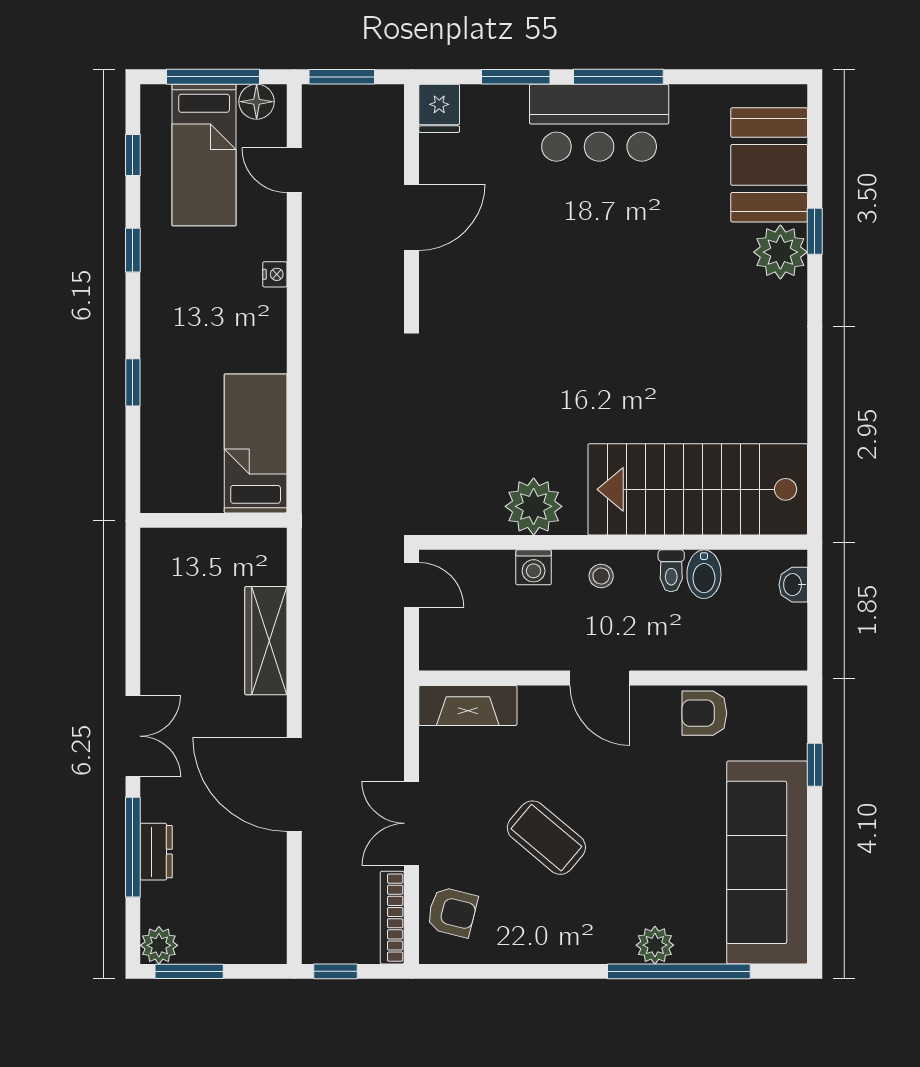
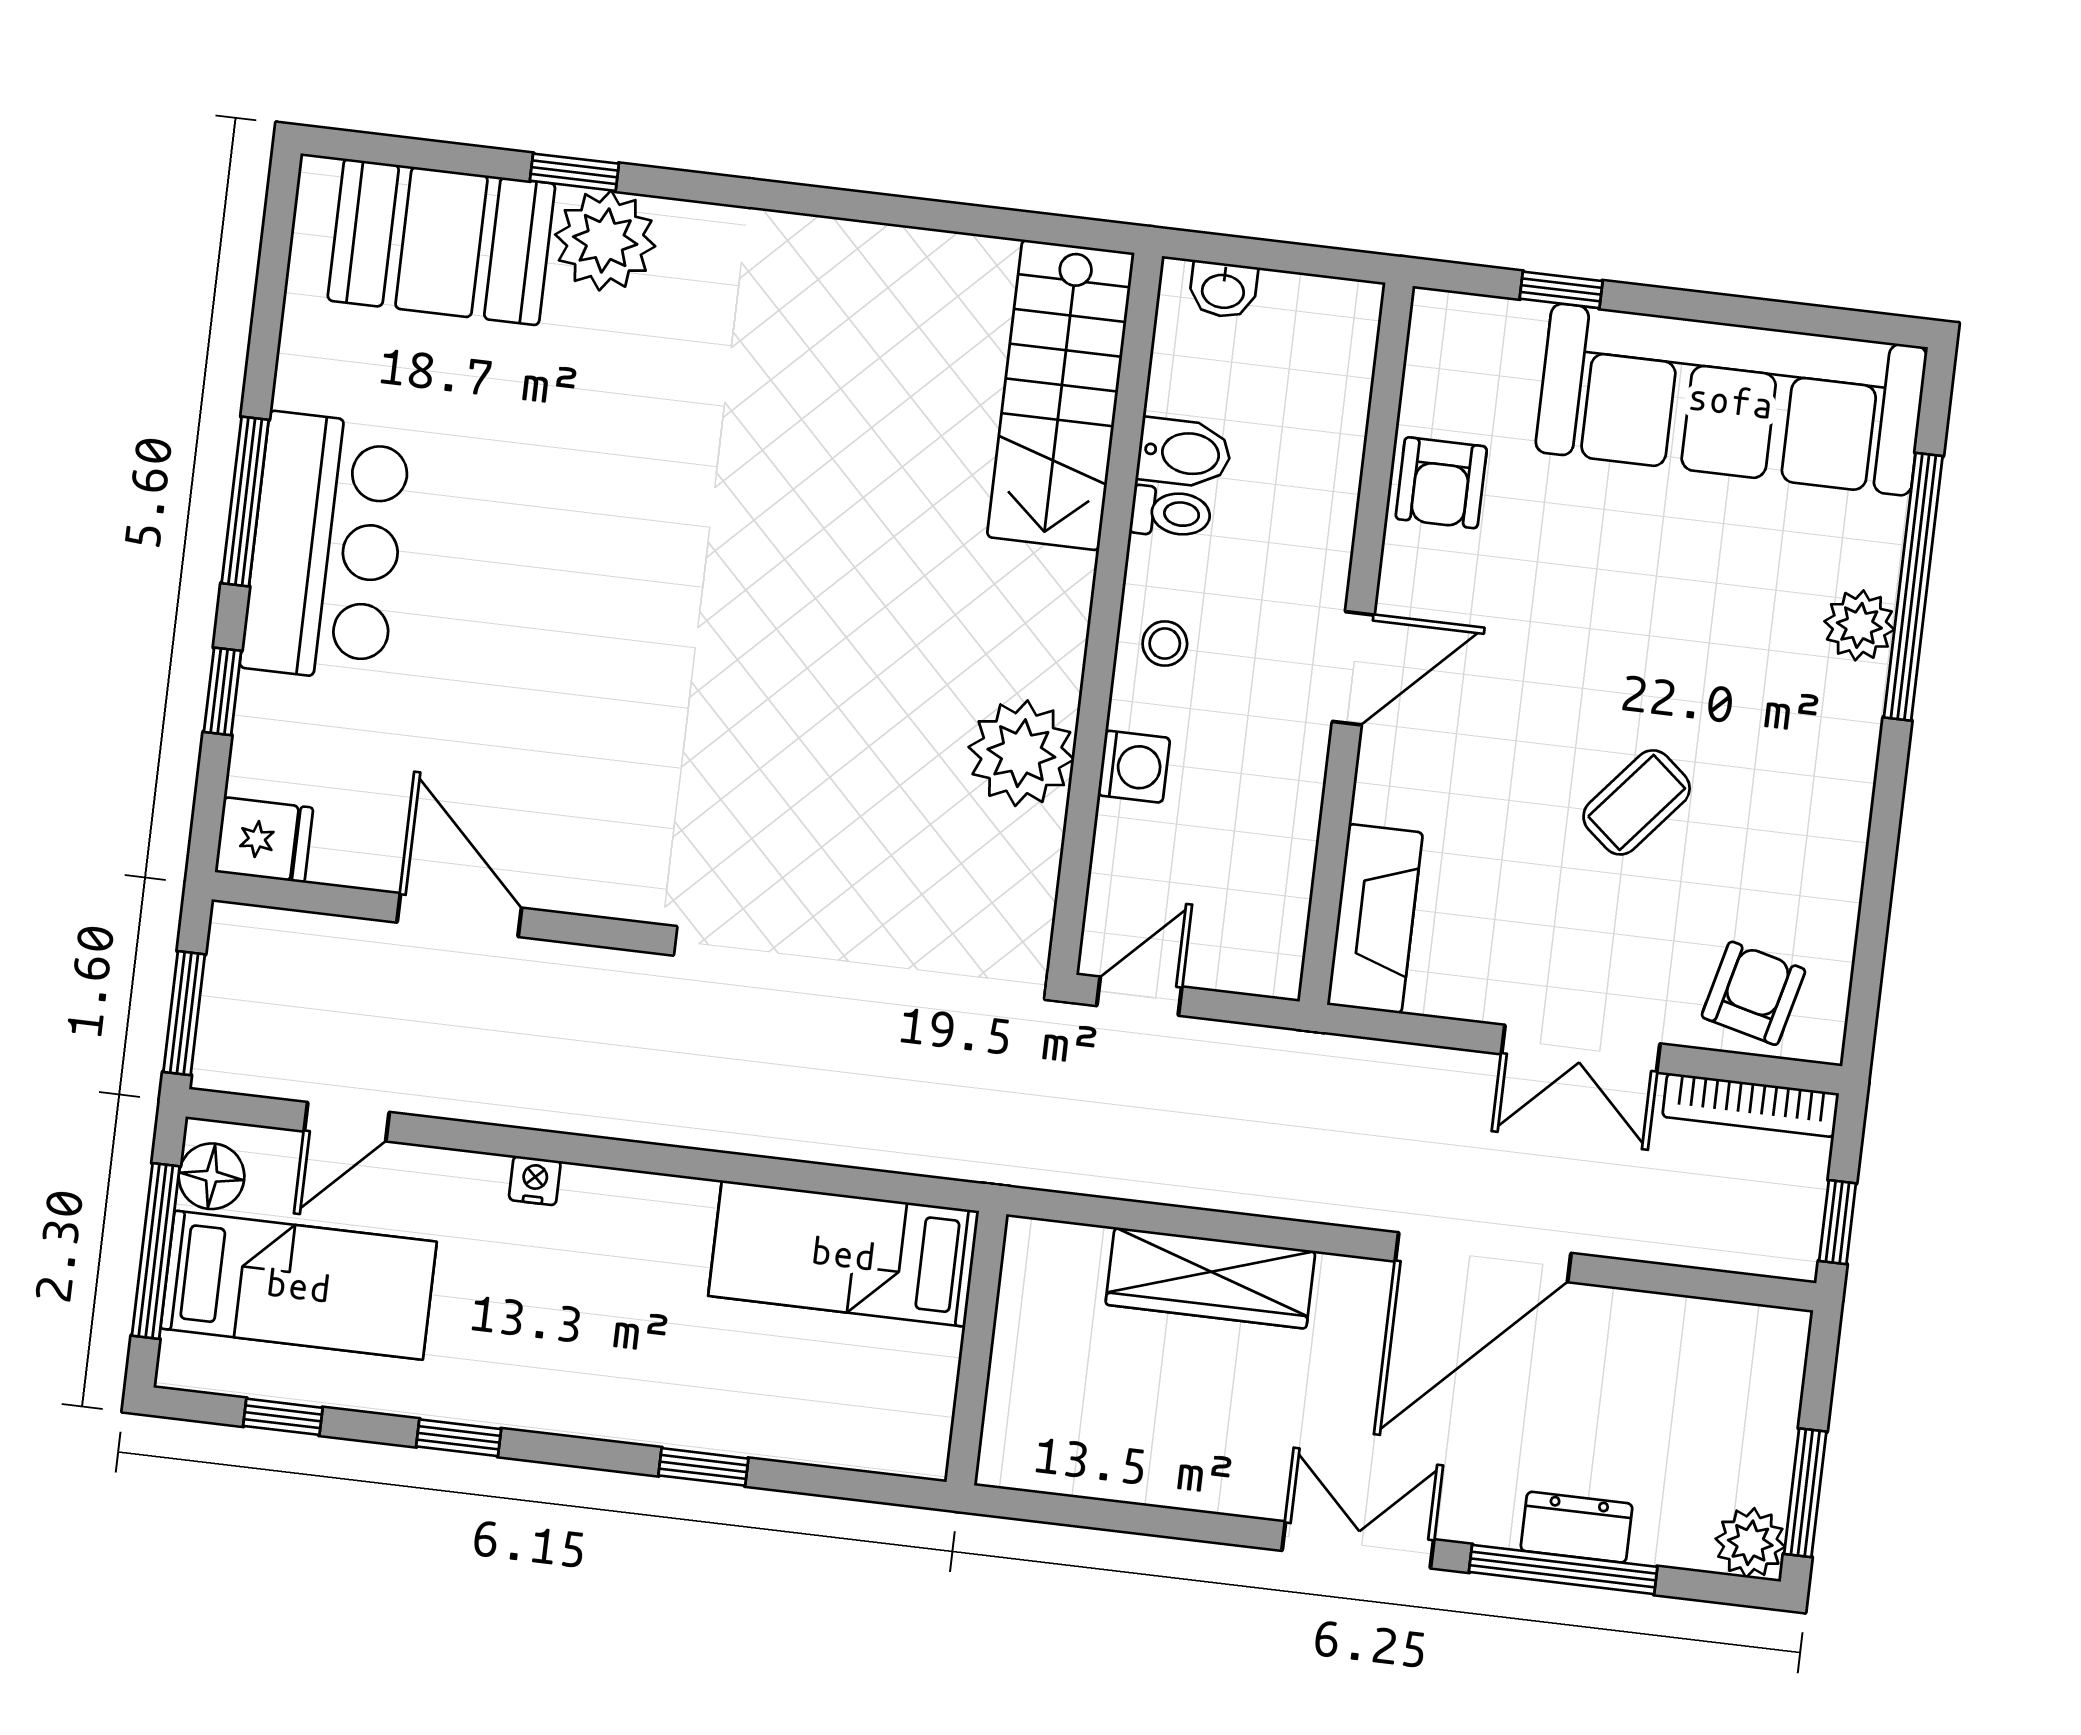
window: (516, 77) -> (223, 691), width x0.67
stairs: (698, 489) -> (1061, 395), width x0.73, depth x0.66
coffee table: (546, 838) -> (1637, 802), width x0.73, depth x0.77

